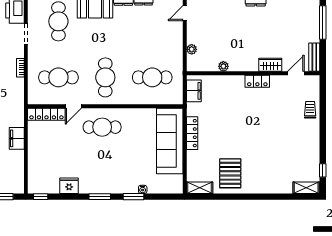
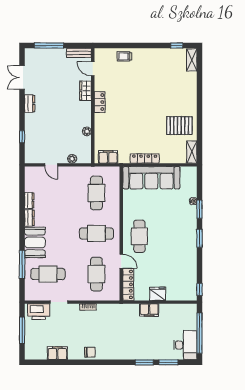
door: (185, 13) -> (51, 165), moved
fridge: (69, 186) -> (158, 294), moved, turned 90

